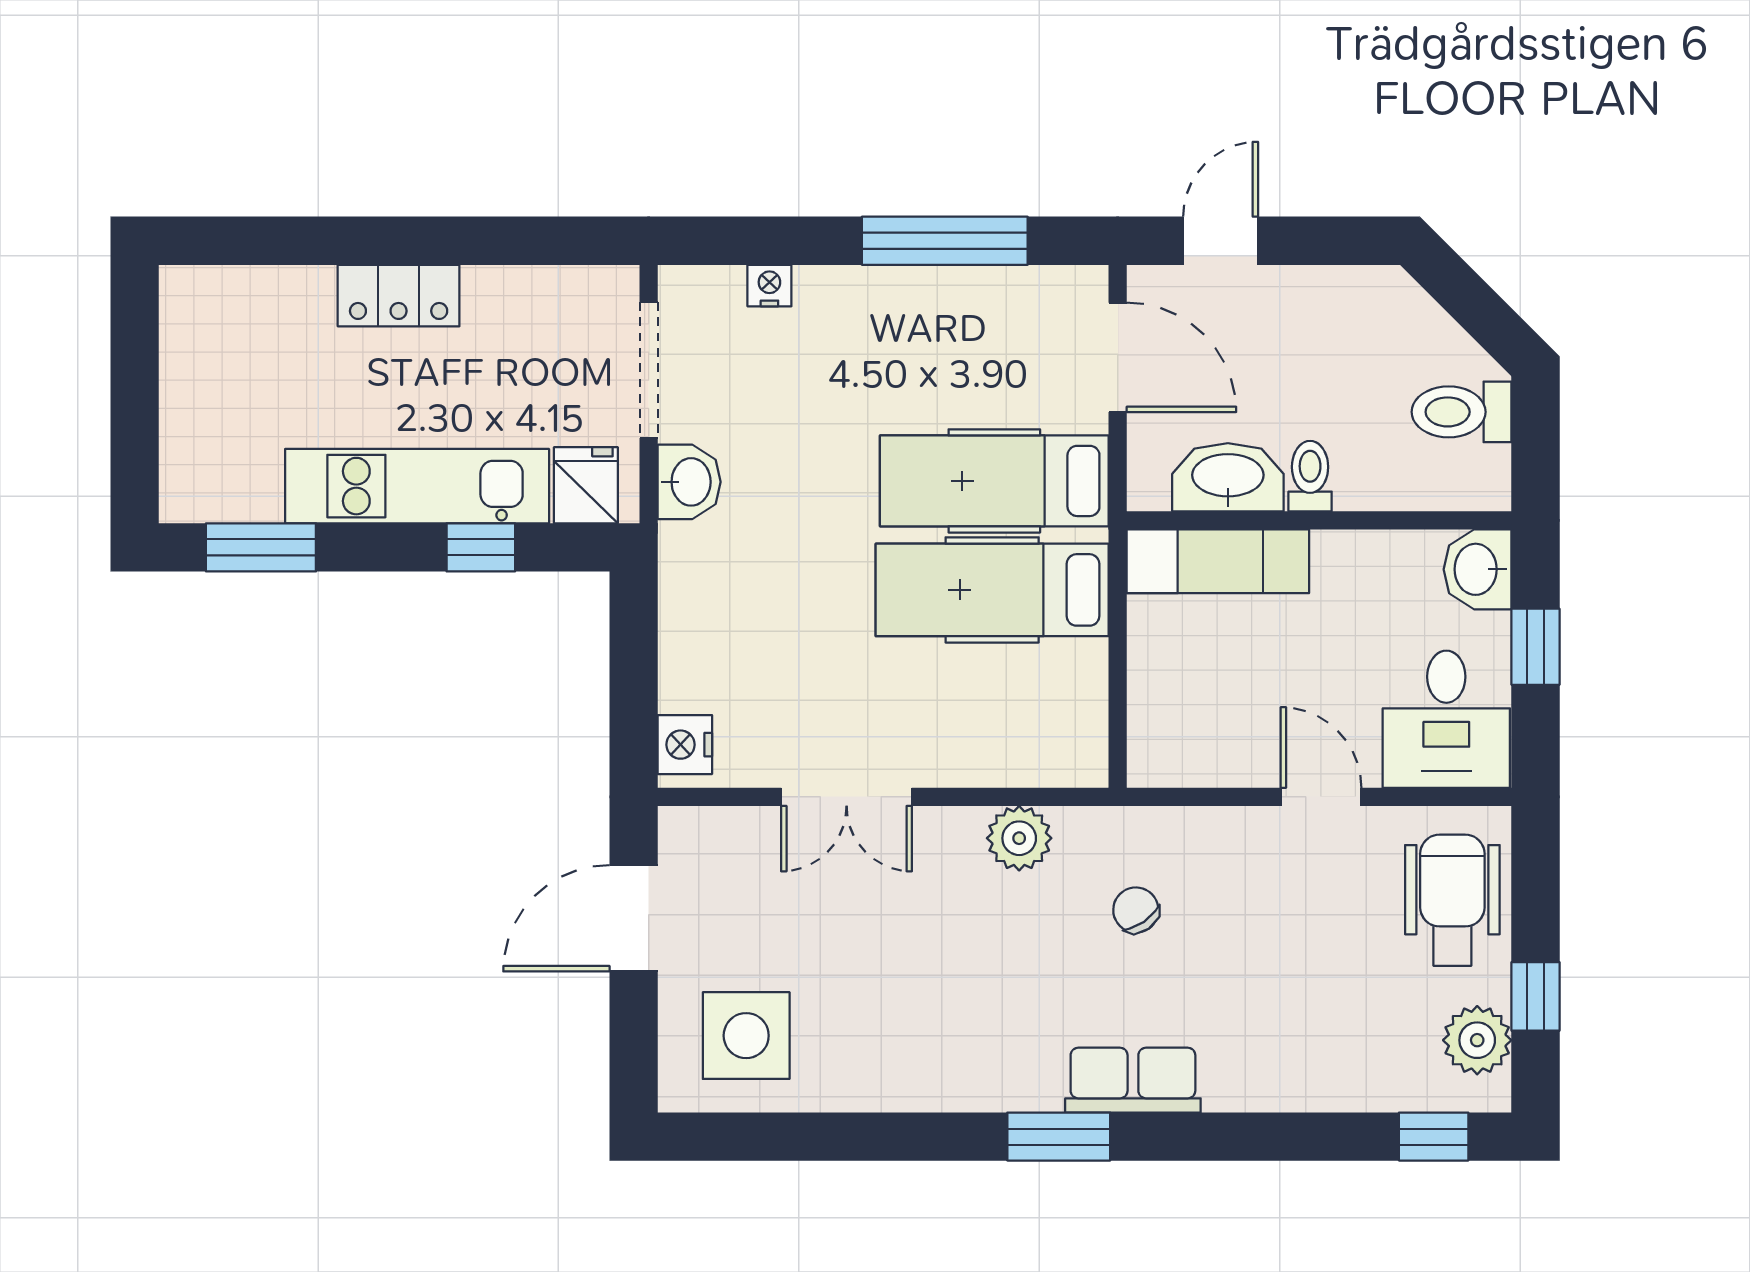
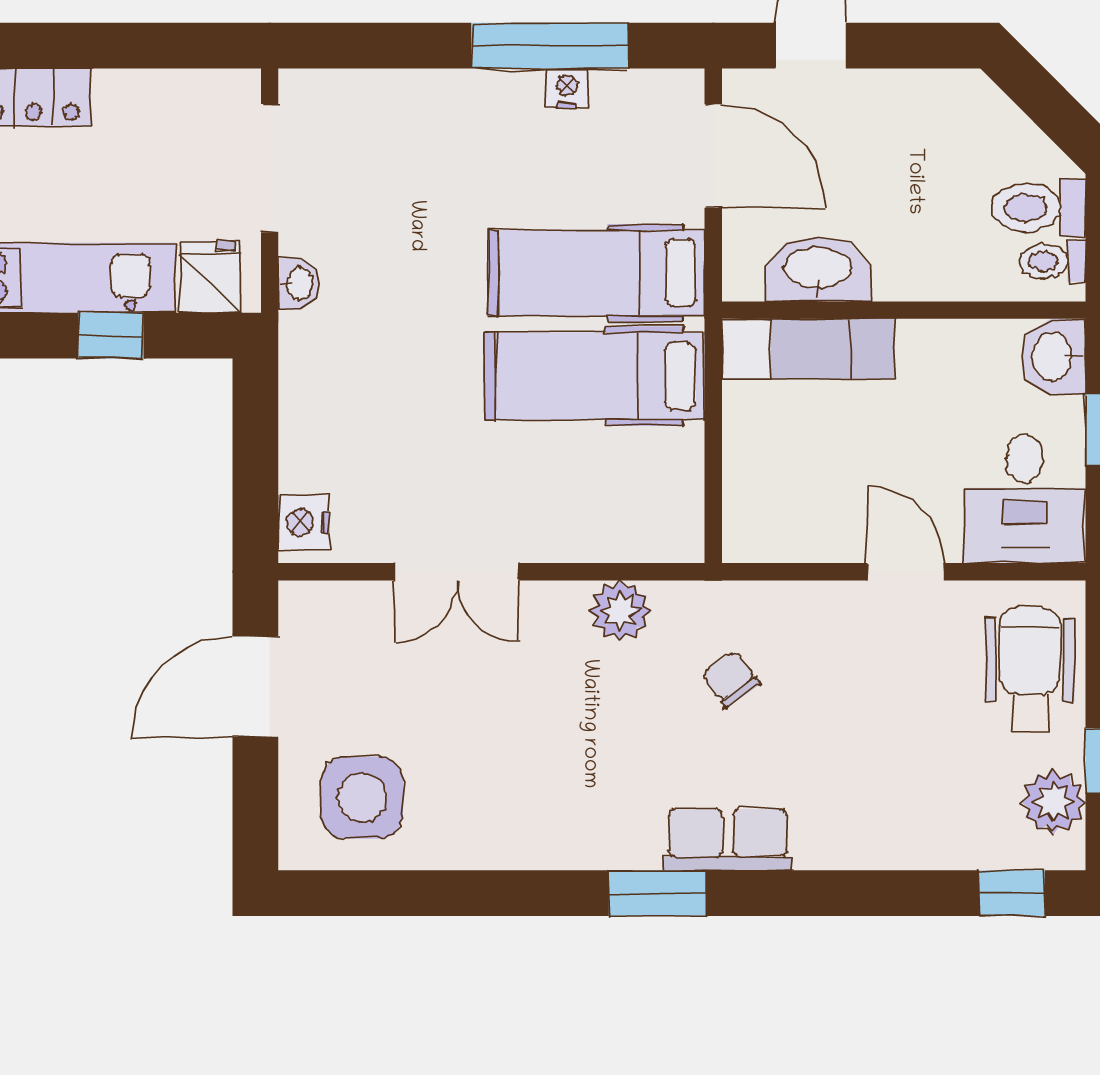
nightstand: (769, 286) -> (567, 88), moved
toilet: (1310, 476) -> (1052, 261), moved, turned -90
washbasin: (689, 482) -> (299, 284), width x0.72, depth x0.69

